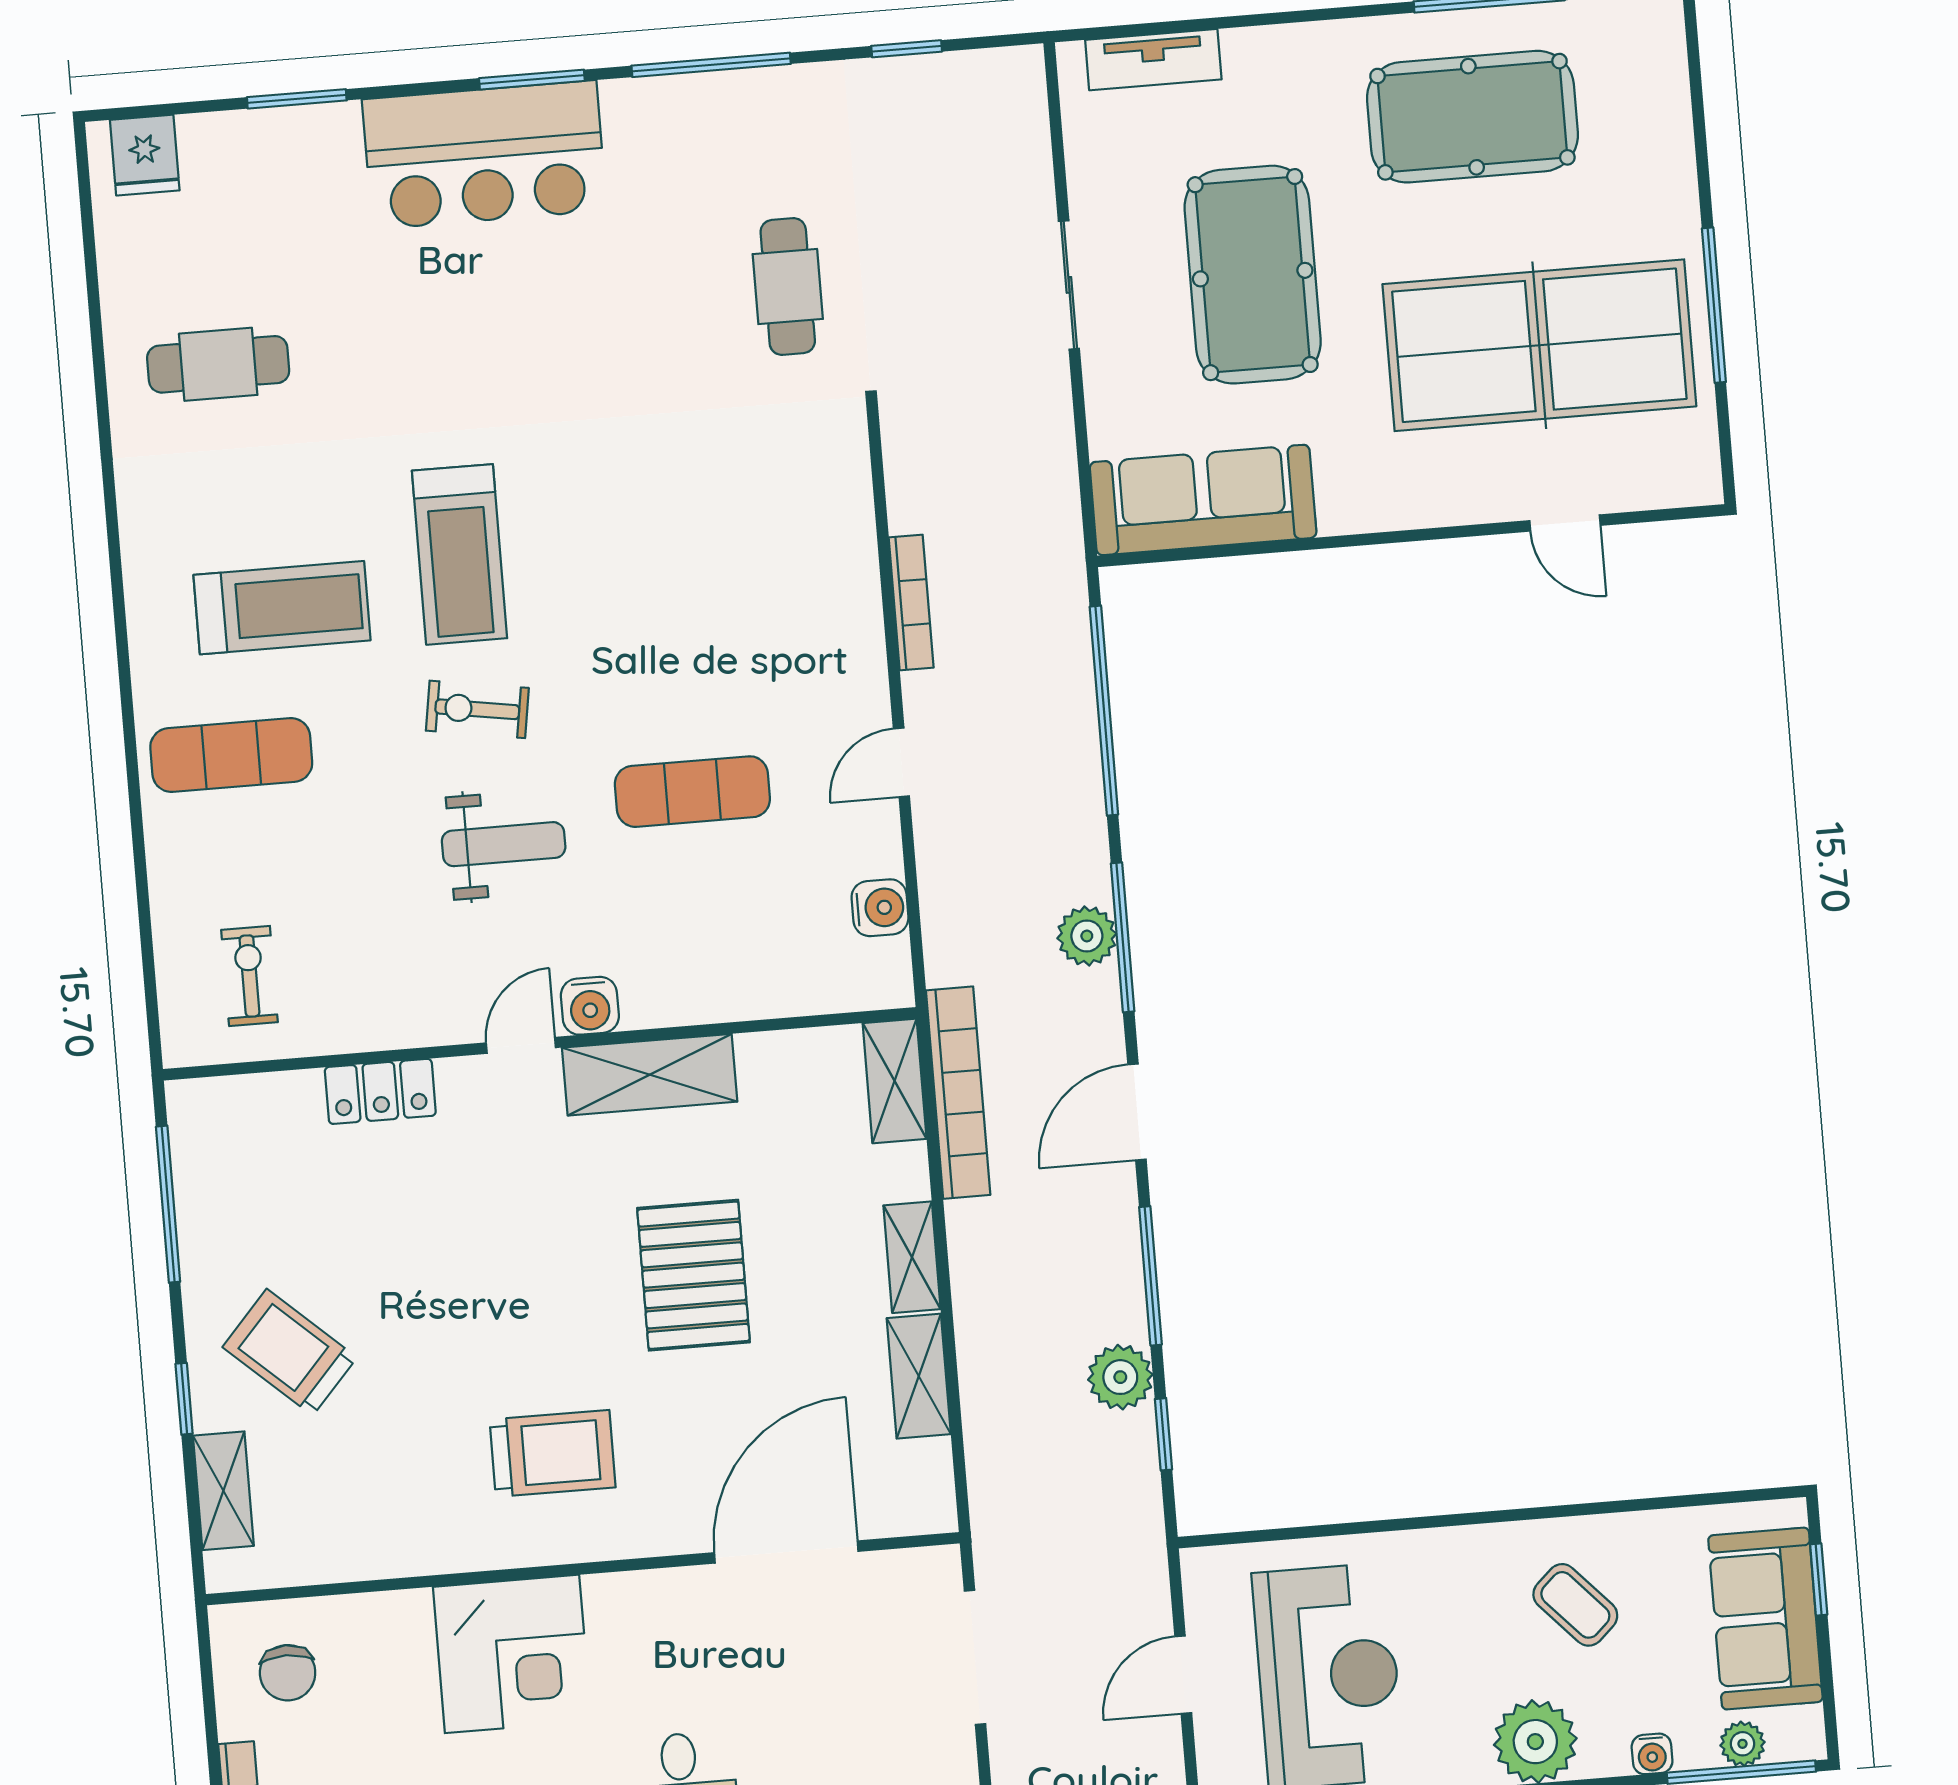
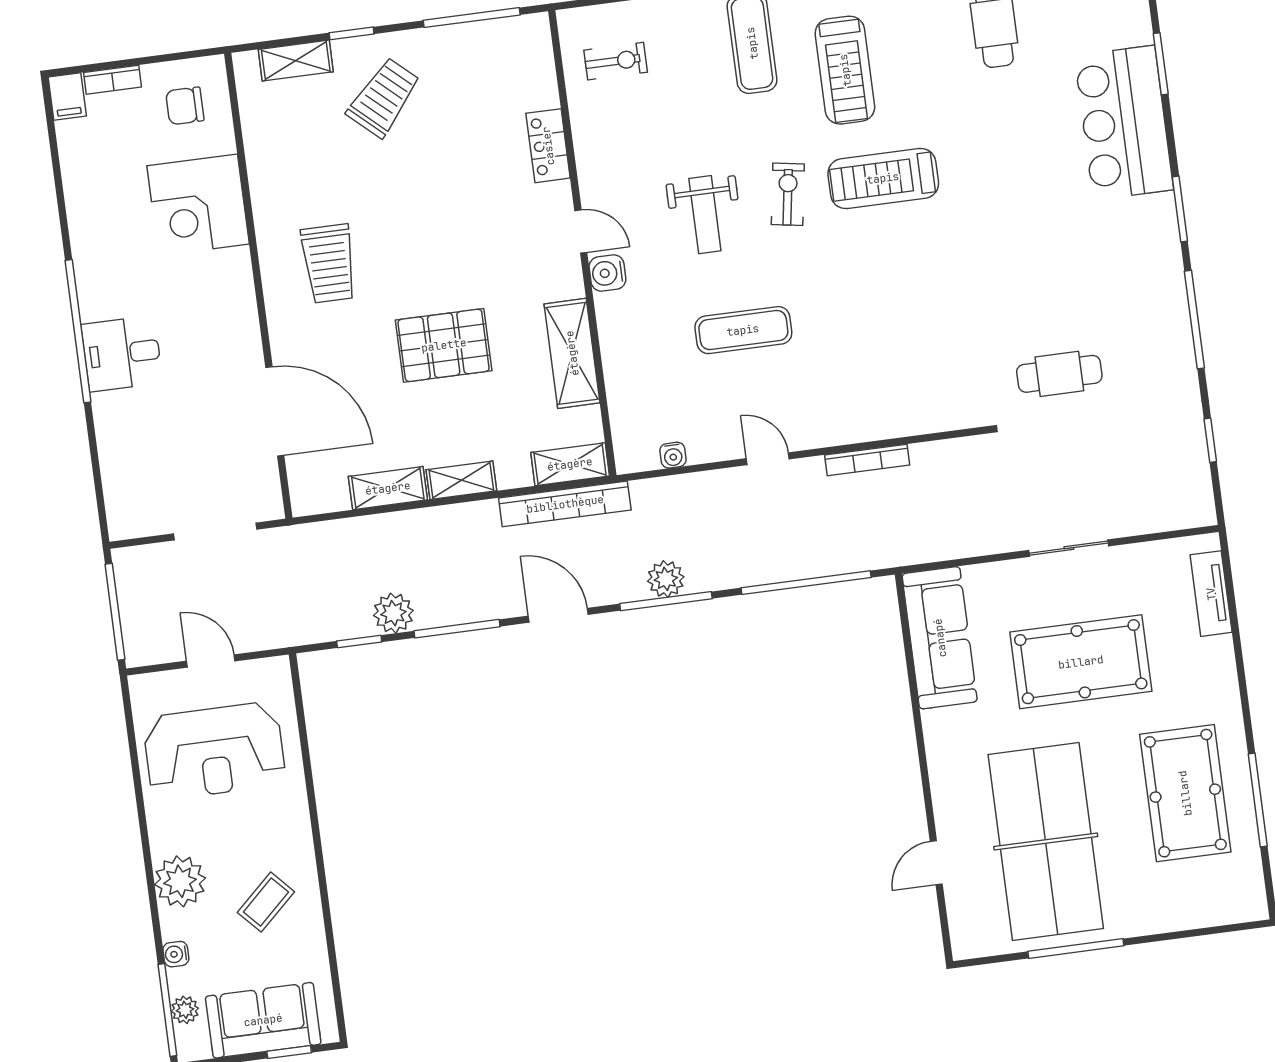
bar counter: (484, 155) -> (1124, 123), moved
exercise mat: (692, 792) -> (743, 330), turned 90
water cooler: (880, 908) -> (673, 455), width x0.72, depth x0.72
shelving: (650, 1075) -> (572, 353), moved
corner desk: (512, 1654) -> (198, 205), moved

